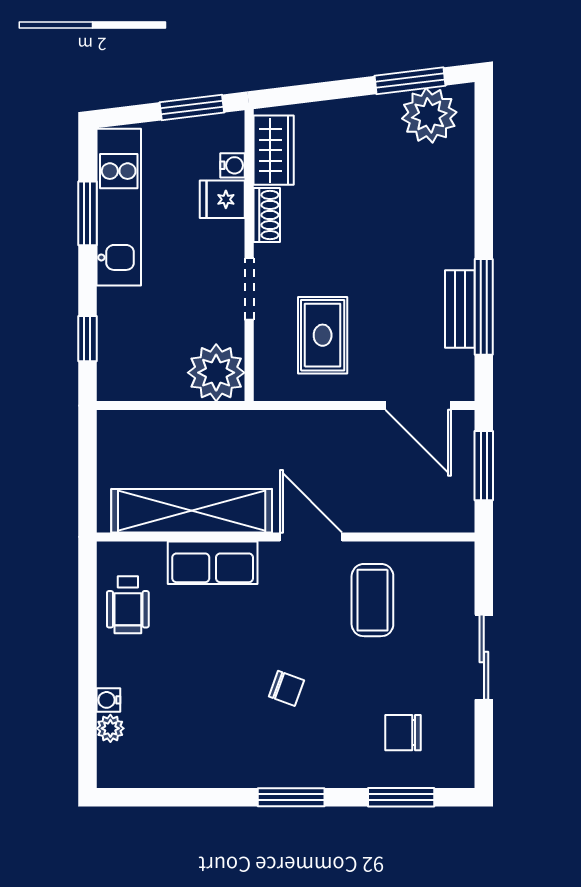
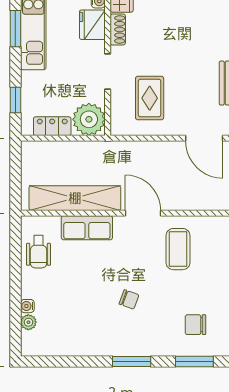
fridge: (222, 199) -> (92, 25), width x1.38
locker: (152, 385) -> (52, 126), added

